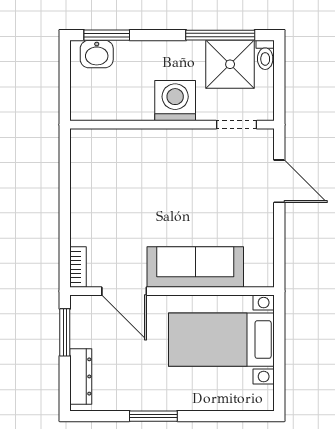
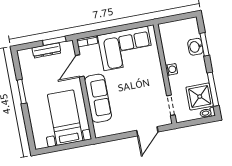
window: (107, 35) -> (204, 44), moved
washbasin: (97, 54) -> (195, 47), moved
washing machine: (175, 101) -> (171, 69), width x0.53, depth x0.53
corner sofa: (106, 193) -> (126, 48), added
dresser: (81, 376) -> (46, 50), moved

